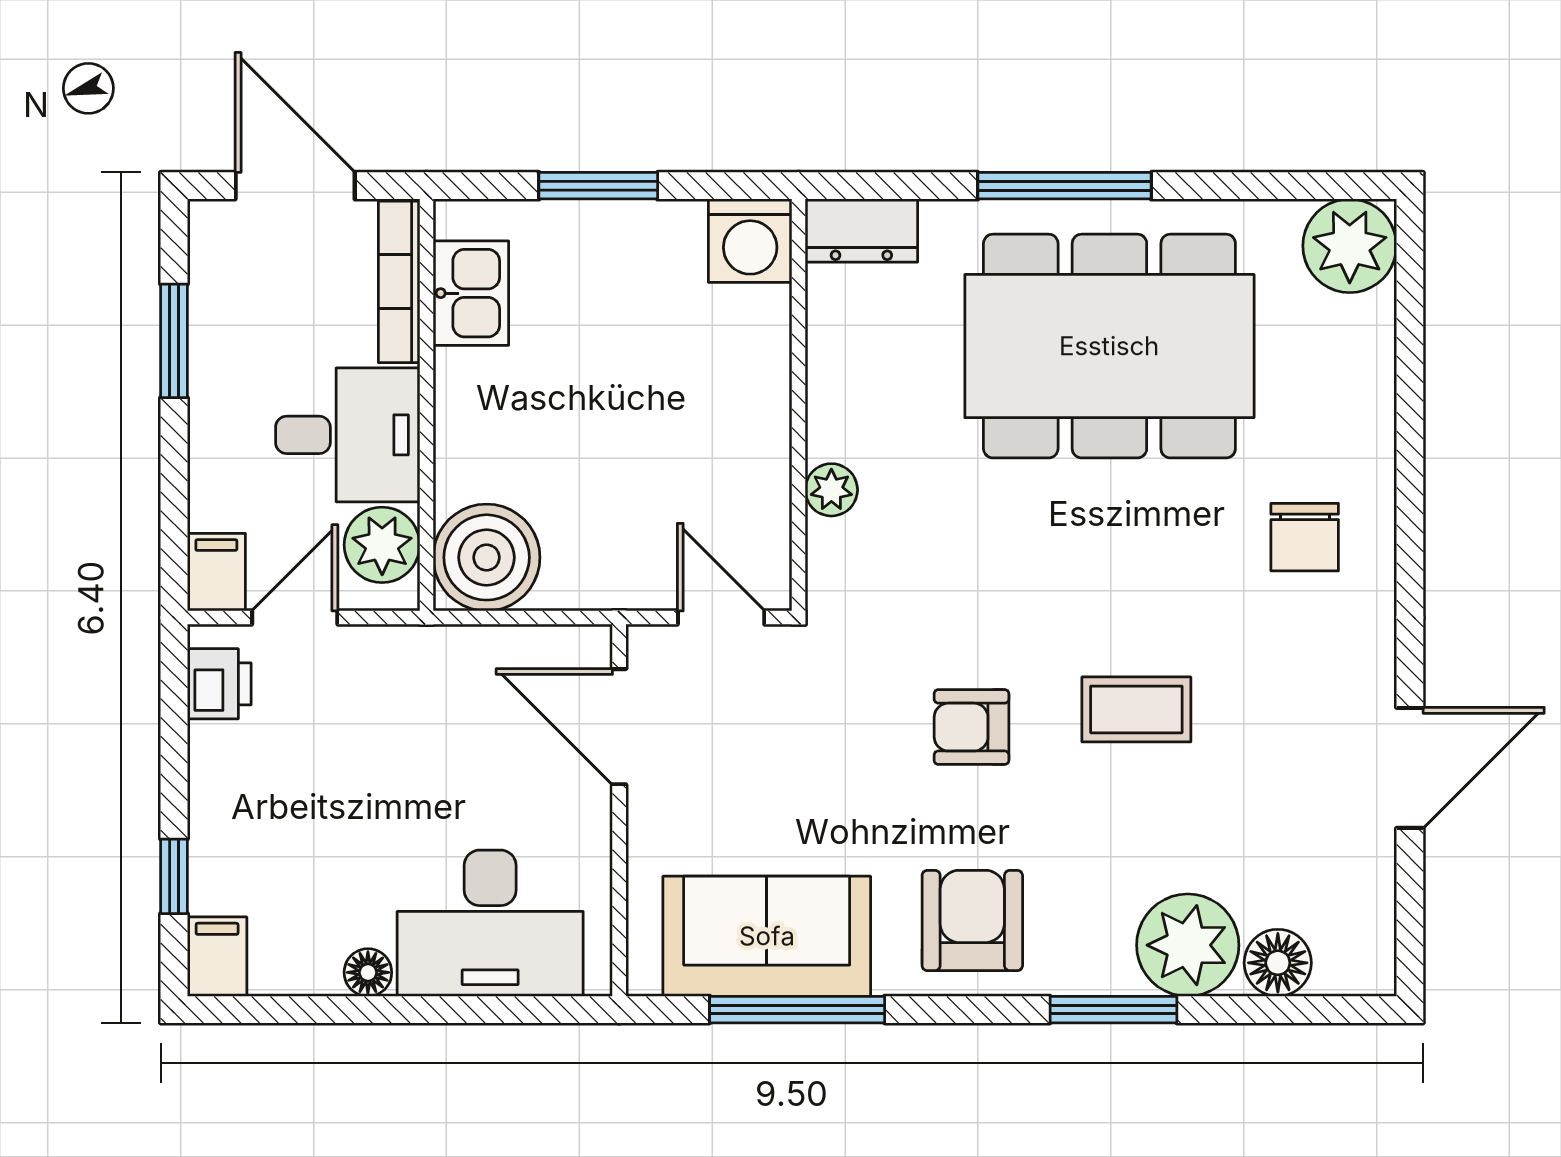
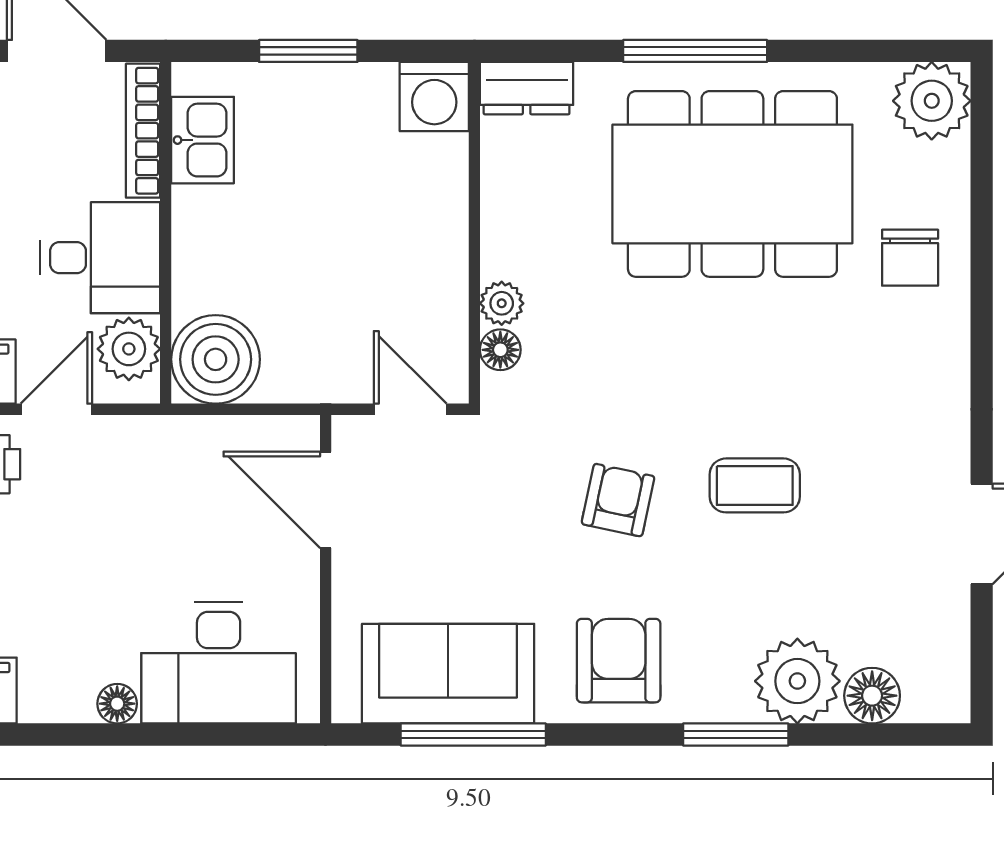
chair: (1305, 537) -> (910, 258), moved
floor lamp: (830, 546) -> (500, 350), added
armchair: (972, 727) -> (618, 500), turned 102

